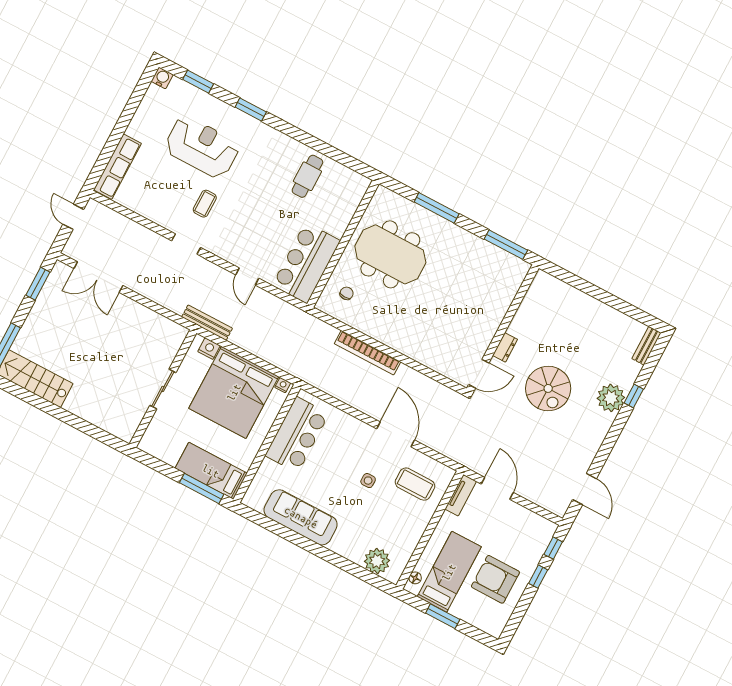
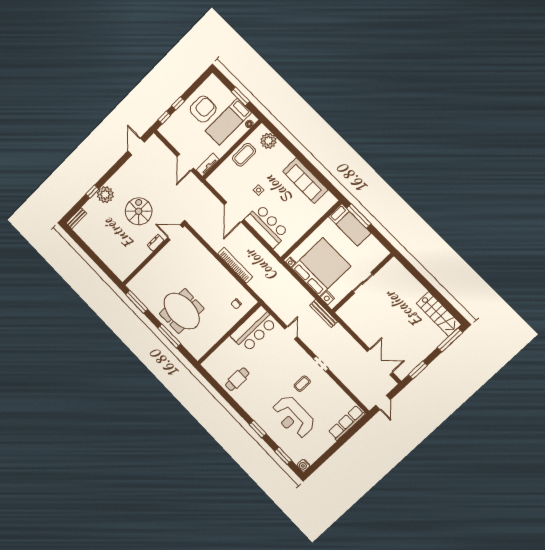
meeting table: (390, 254) -> (182, 311), moved
bar counter: (297, 435) -> (267, 226), moved, turned 90
coffee table: (415, 484) -> (244, 155), moved, turned 90
armchair: (495, 579) -> (203, 109), turned -90

